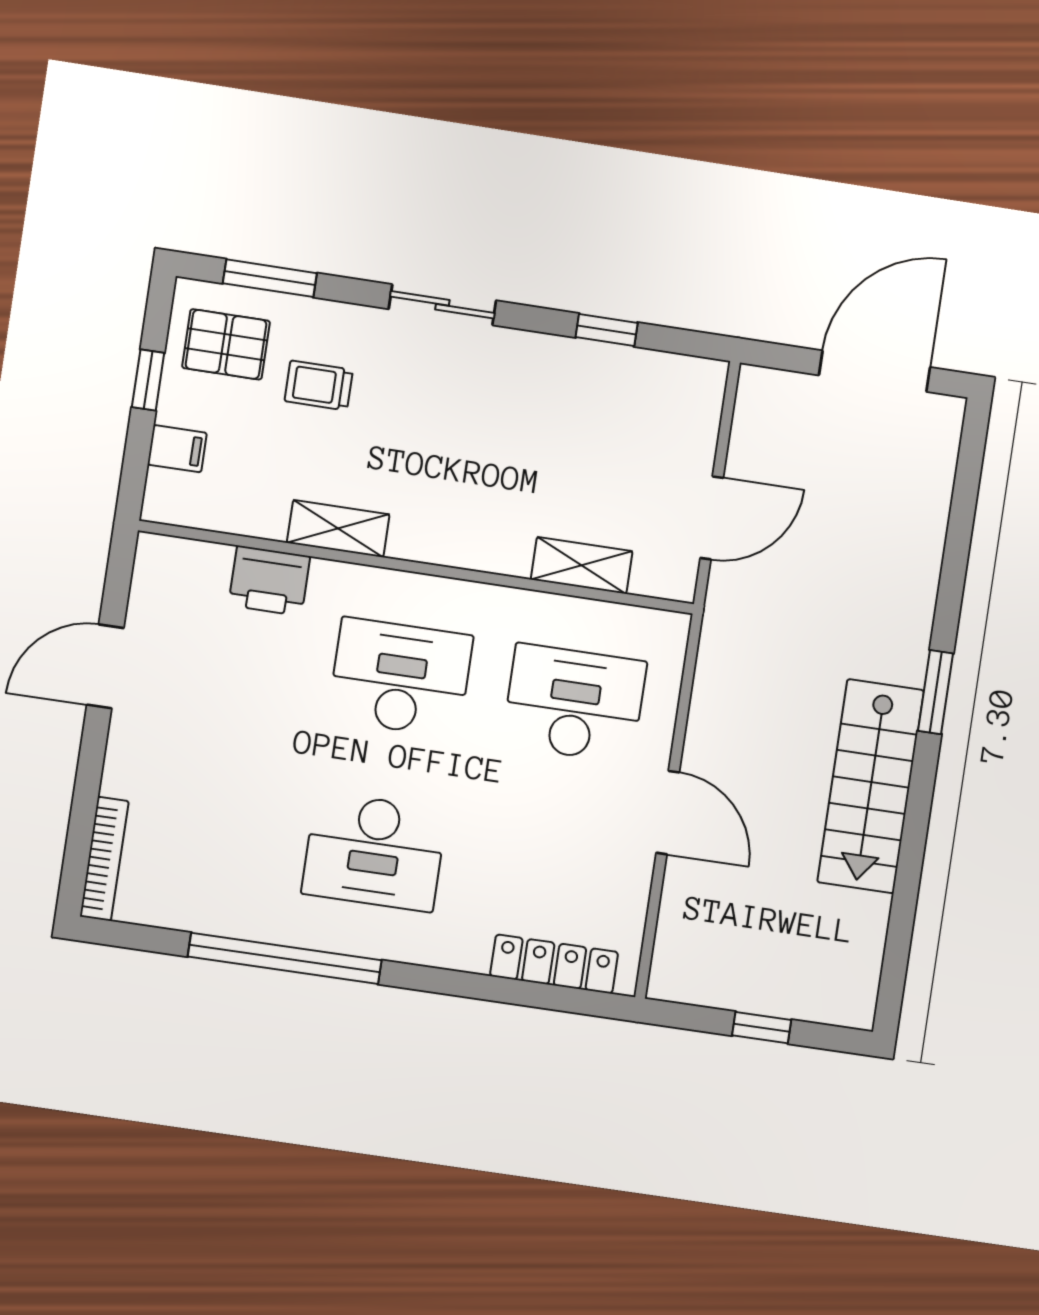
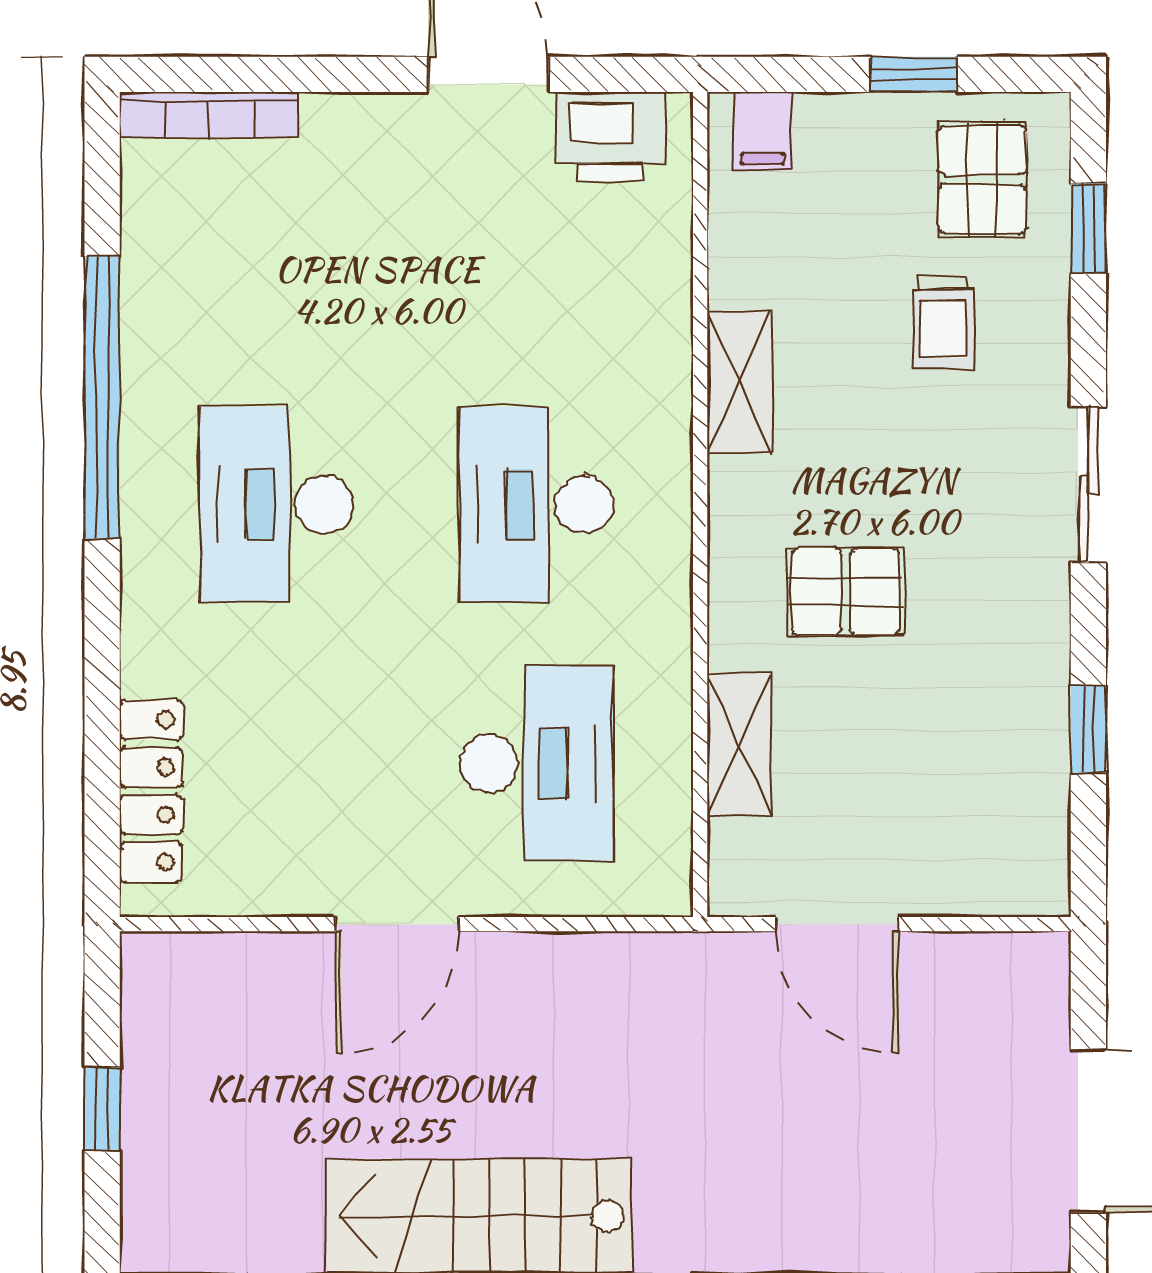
window: (270, 278) -> (1088, 228), width x0.67
trolley: (319, 385) -> (943, 322), turned 180
filing cabinet: (177, 449) -> (763, 131), moved
pallet: (490, 479) -> (846, 592), added
printer: (269, 581) -> (611, 137), moved, turned -90
desk: (400, 677) -> (536, 504), turned 180

